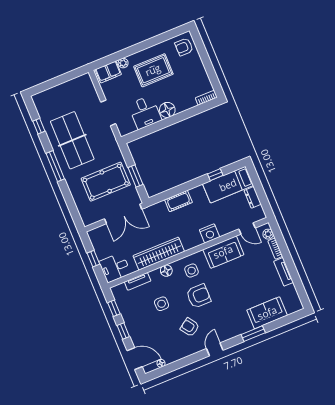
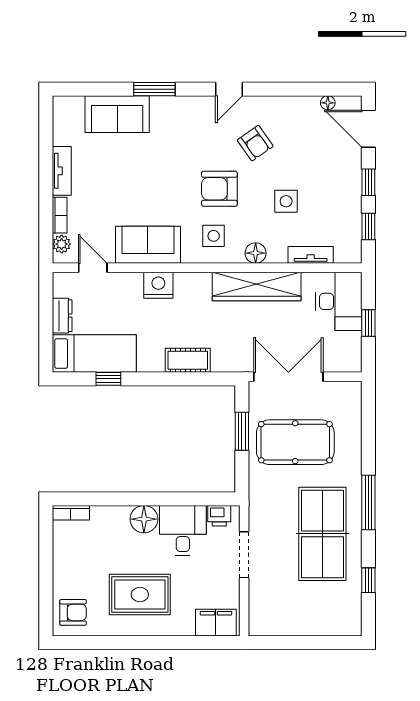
plant: (123, 63) -> (185, 627), removed
printer: (129, 128) -> (219, 516), added
desk: (115, 268) -> (339, 301), width x1.37

